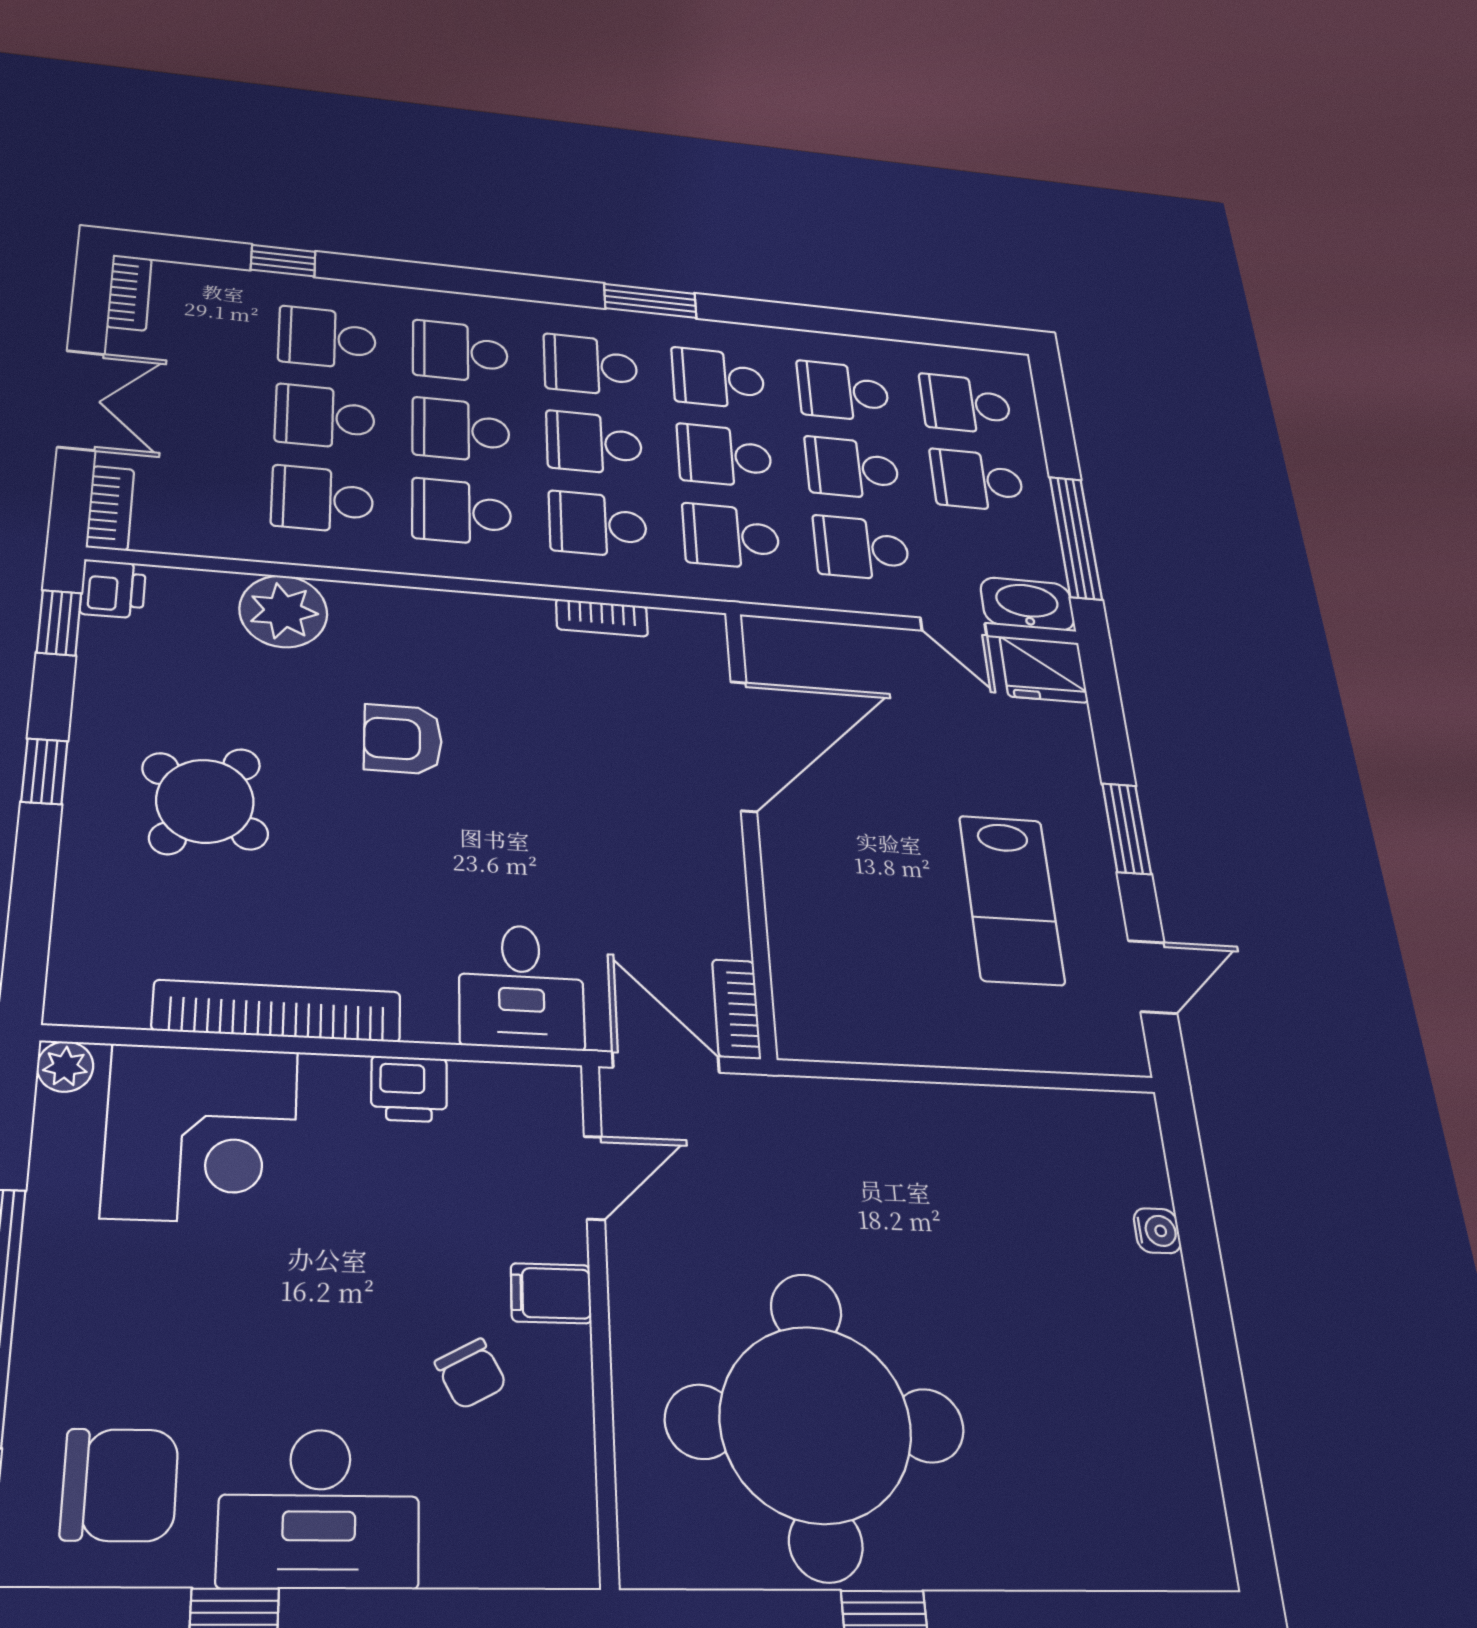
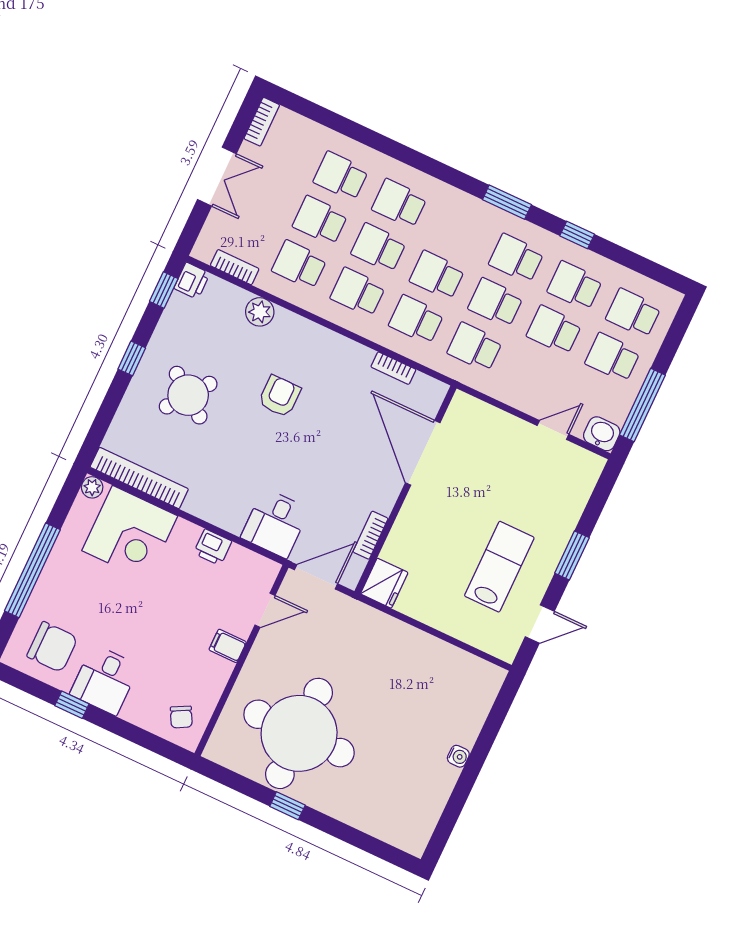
window: (283, 261) -> (577, 235), moved
school desk: (591, 365) -> (458, 231), removed
bookcase: (110, 508) -> (235, 267), moved, turned -90
school desk: (862, 548) -> (533, 374), removed
washbasin: (1027, 604) -> (602, 434), width x0.72
plant: (283, 611) -> (260, 312), width x0.73, depth x0.73
door: (954, 627) -> (553, 430), swing flipped
fridge: (1044, 669) -> (384, 583), moved, turned -90
armchair: (403, 739) -> (280, 396), turned 90
door: (744, 746) -> (423, 453), swing flipped
lab bench: (1011, 899) -> (499, 567), turned 180
bookcase: (736, 1009) -> (371, 535), moved
bookcase: (277, 1011) -> (139, 478), moved
door: (666, 1062) -> (316, 577), hinge flipped
water cooler: (1157, 1231) -> (458, 756), moved
chair: (471, 1374) -> (181, 717), moved
desk: (319, 1508) -> (105, 680), width x0.73

